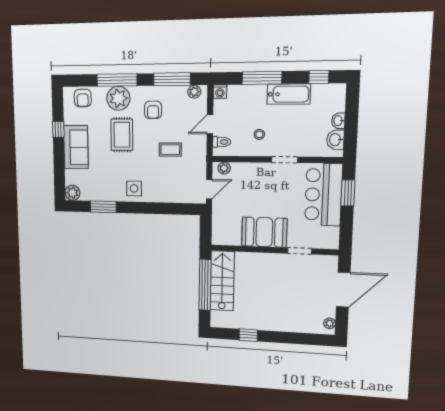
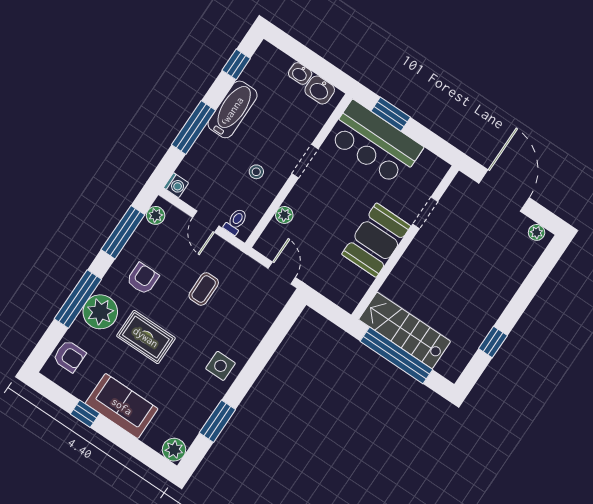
armchair: (153, 110) -> (143, 279), turned -90
plant: (224, 168) -> (284, 215), moved

